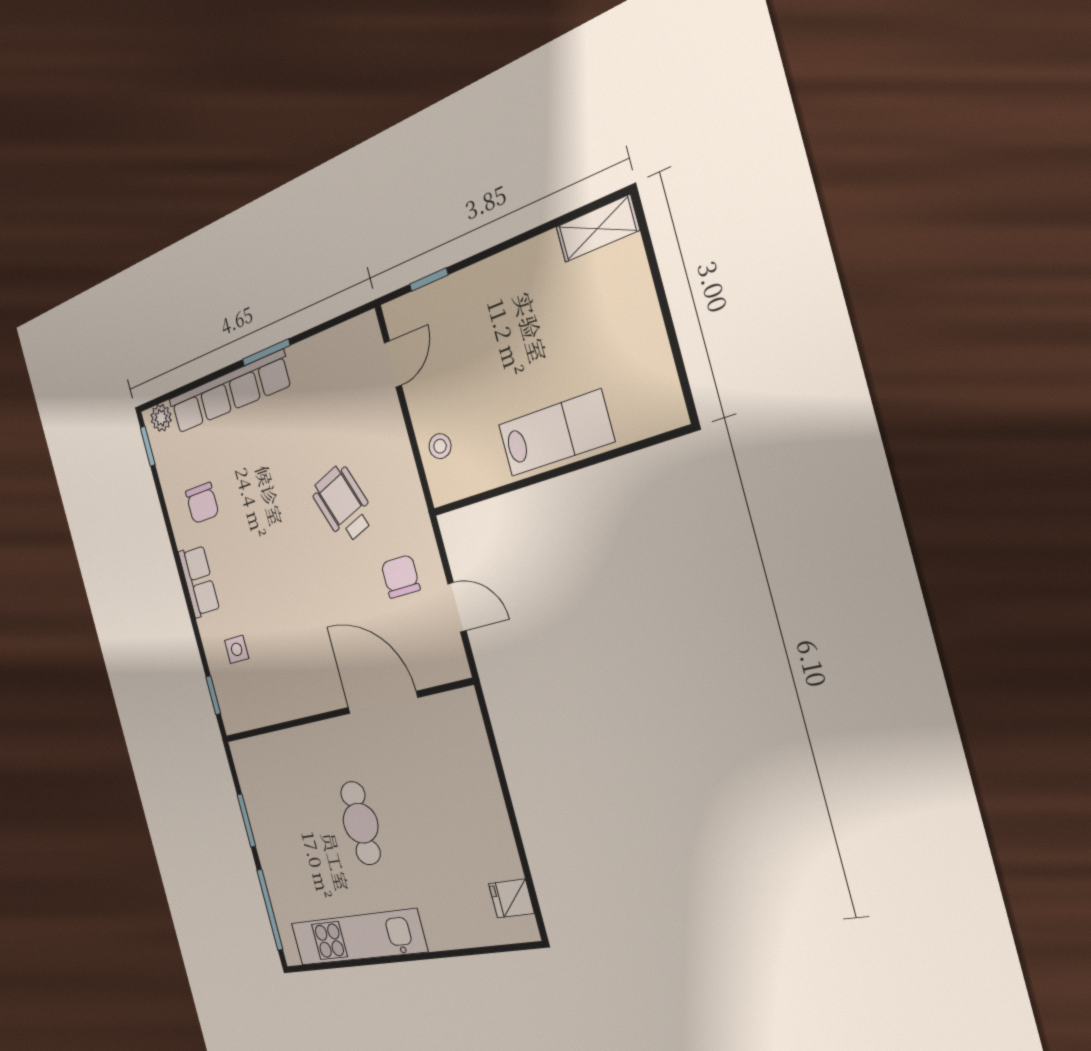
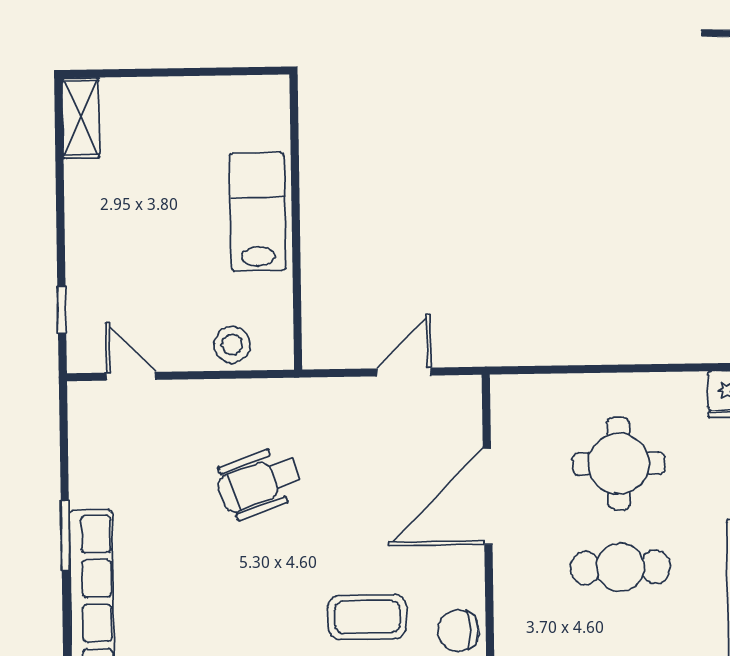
stool: (440, 446) -> (232, 344), width x1.37, depth x1.37
chair: (401, 577) -> (458, 631), moved
coffee table: (275, 622) -> (367, 617), added
round table: (434, 810) -> (619, 464), added

